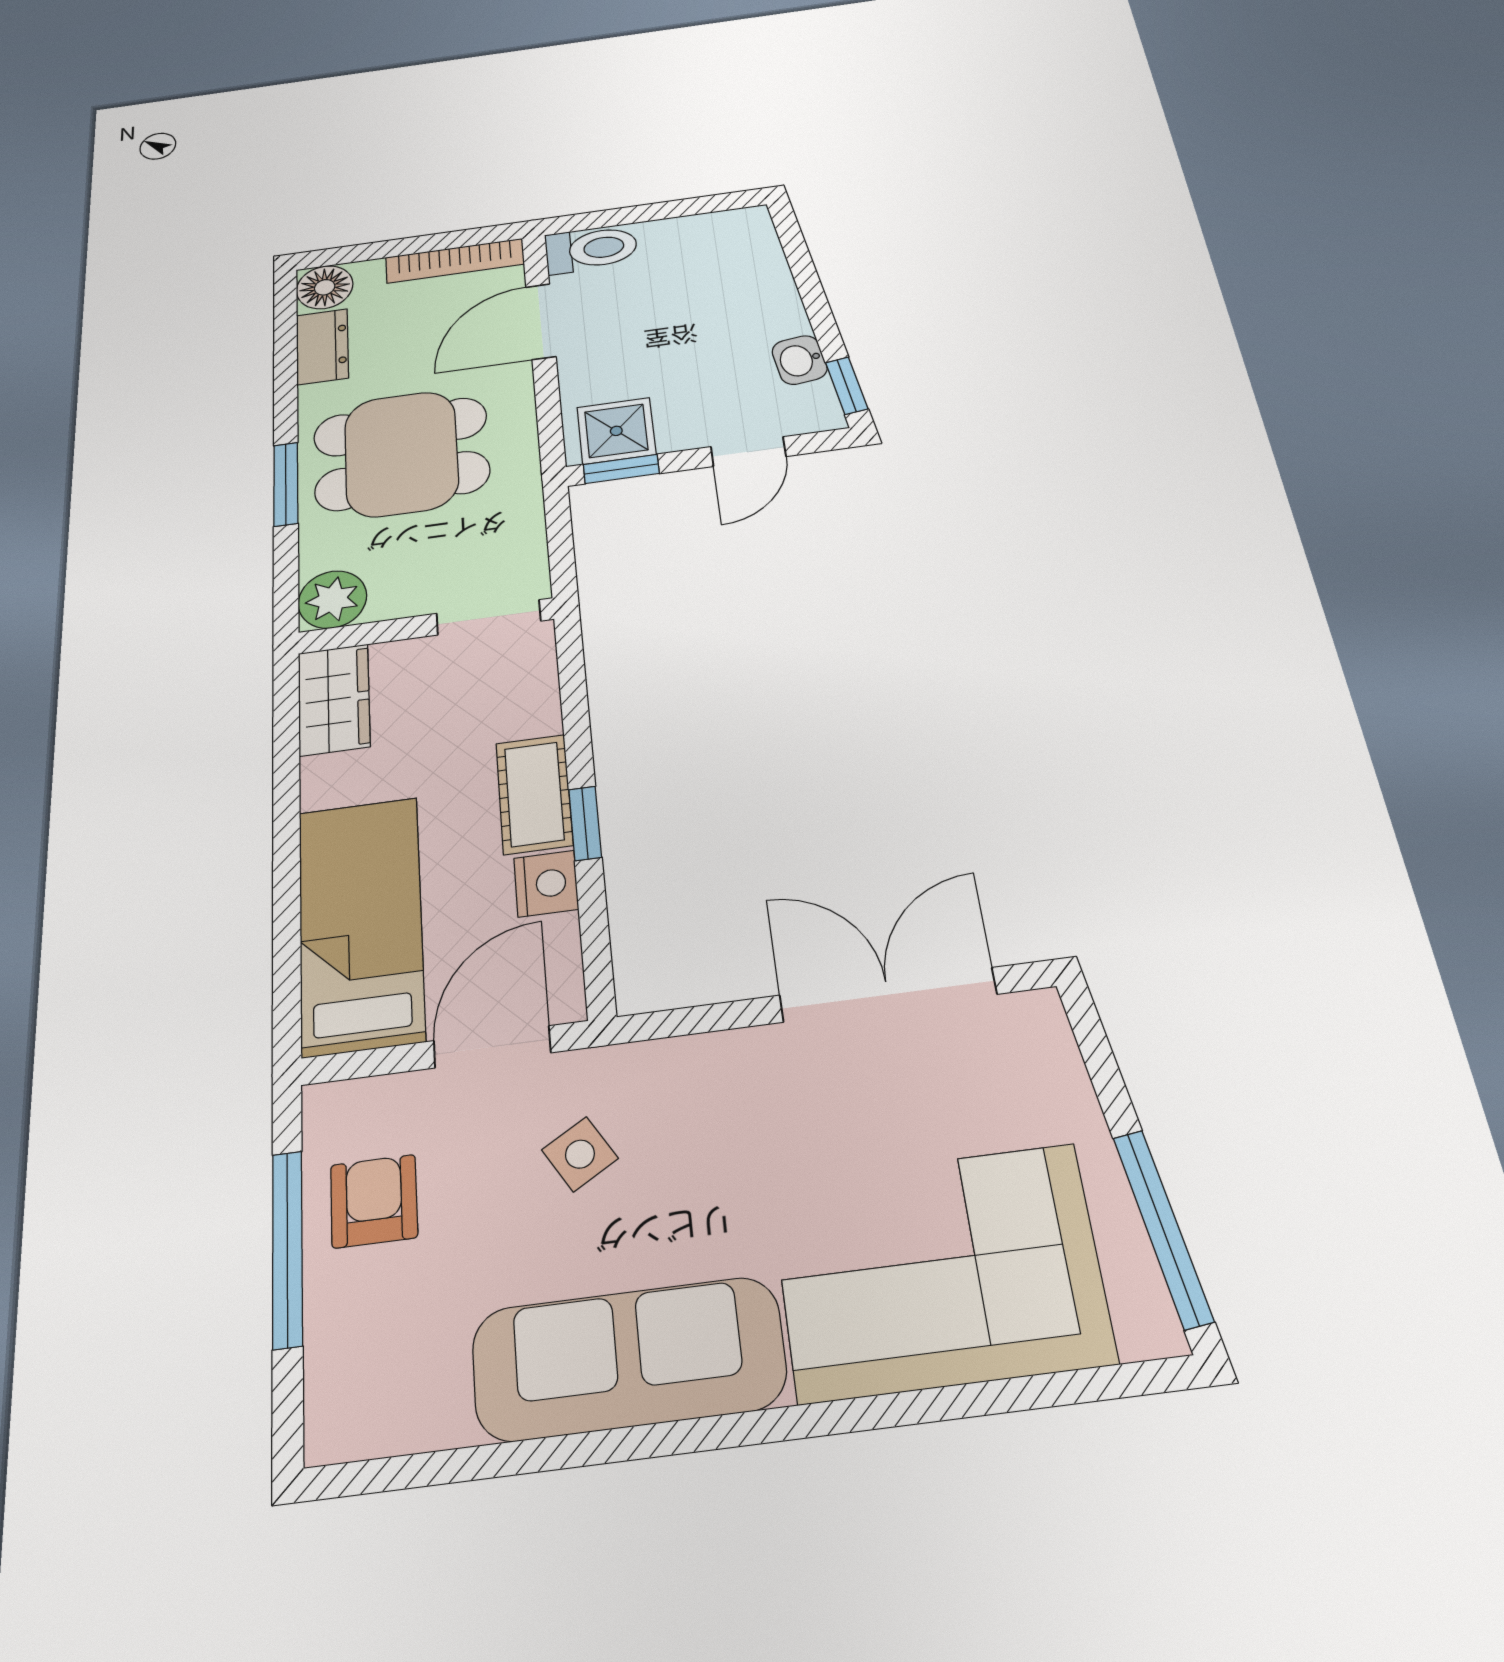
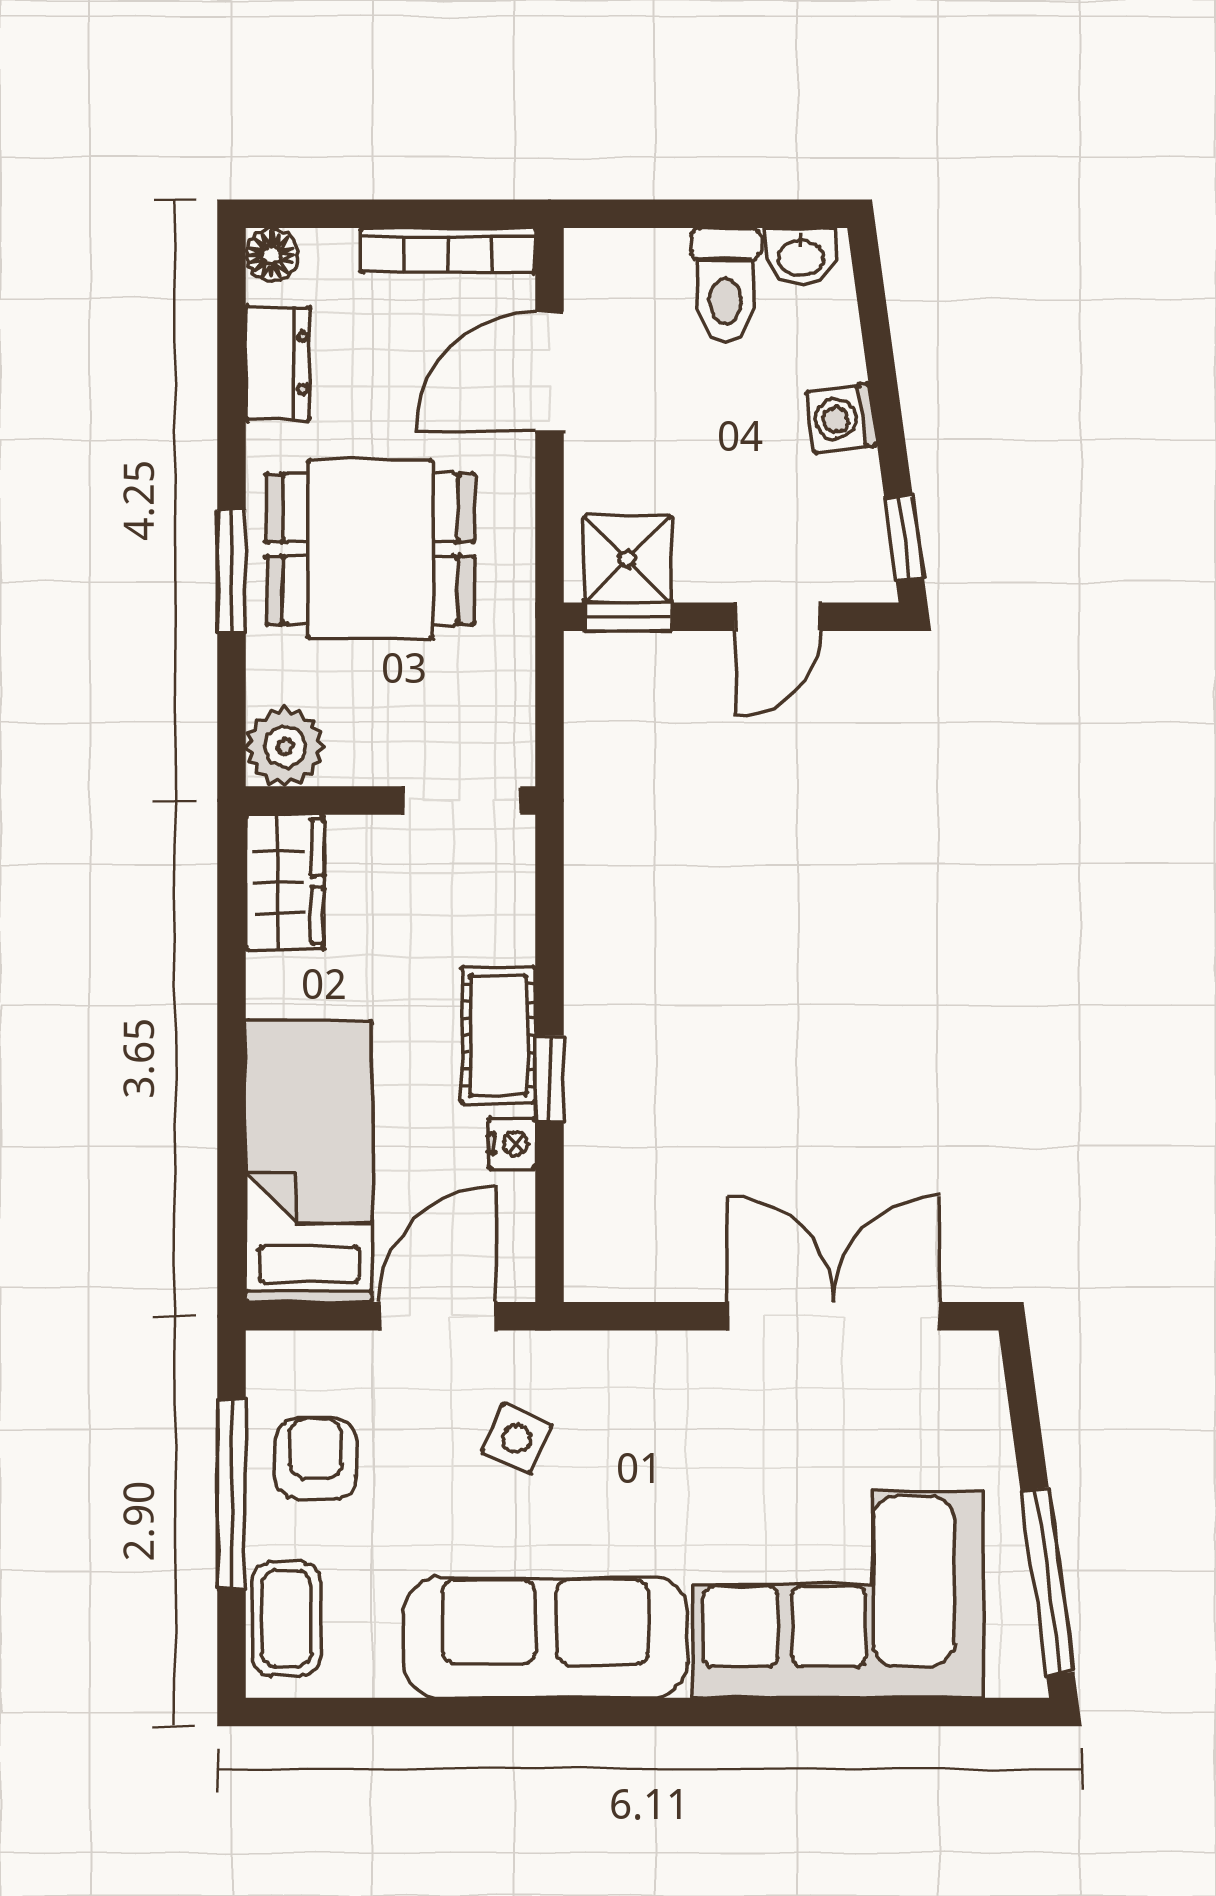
toilet: (591, 249) -> (725, 285), moved, turned 90
floor lamp: (325, 287) -> (272, 255), width x0.73, depth x0.73
washing machine: (782, 317) -> (842, 418), added
washbasin: (800, 360) -> (801, 256), moved, turned -82
nightstand: (546, 884) -> (512, 1144), width x0.72, depth x0.74
side table: (580, 1154) -> (517, 1439), turned -35
coffee table: (347, 1374) -> (286, 1619), added

